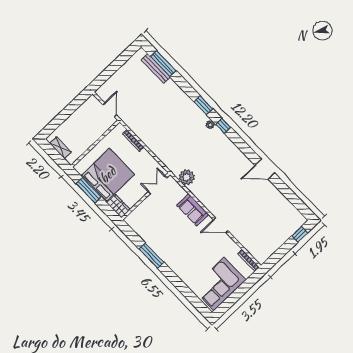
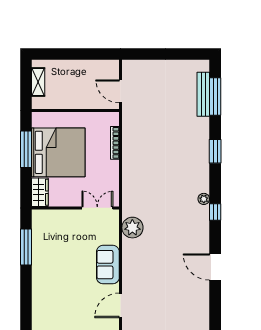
window: (203, 105) -> (215, 151), moved
door: (110, 110) -> (121, 91), swing flipped
door: (265, 169) -> (215, 267), moved
door: (221, 225) -> (121, 305), hinge flipped
window: (151, 256) -> (26, 247), moved

